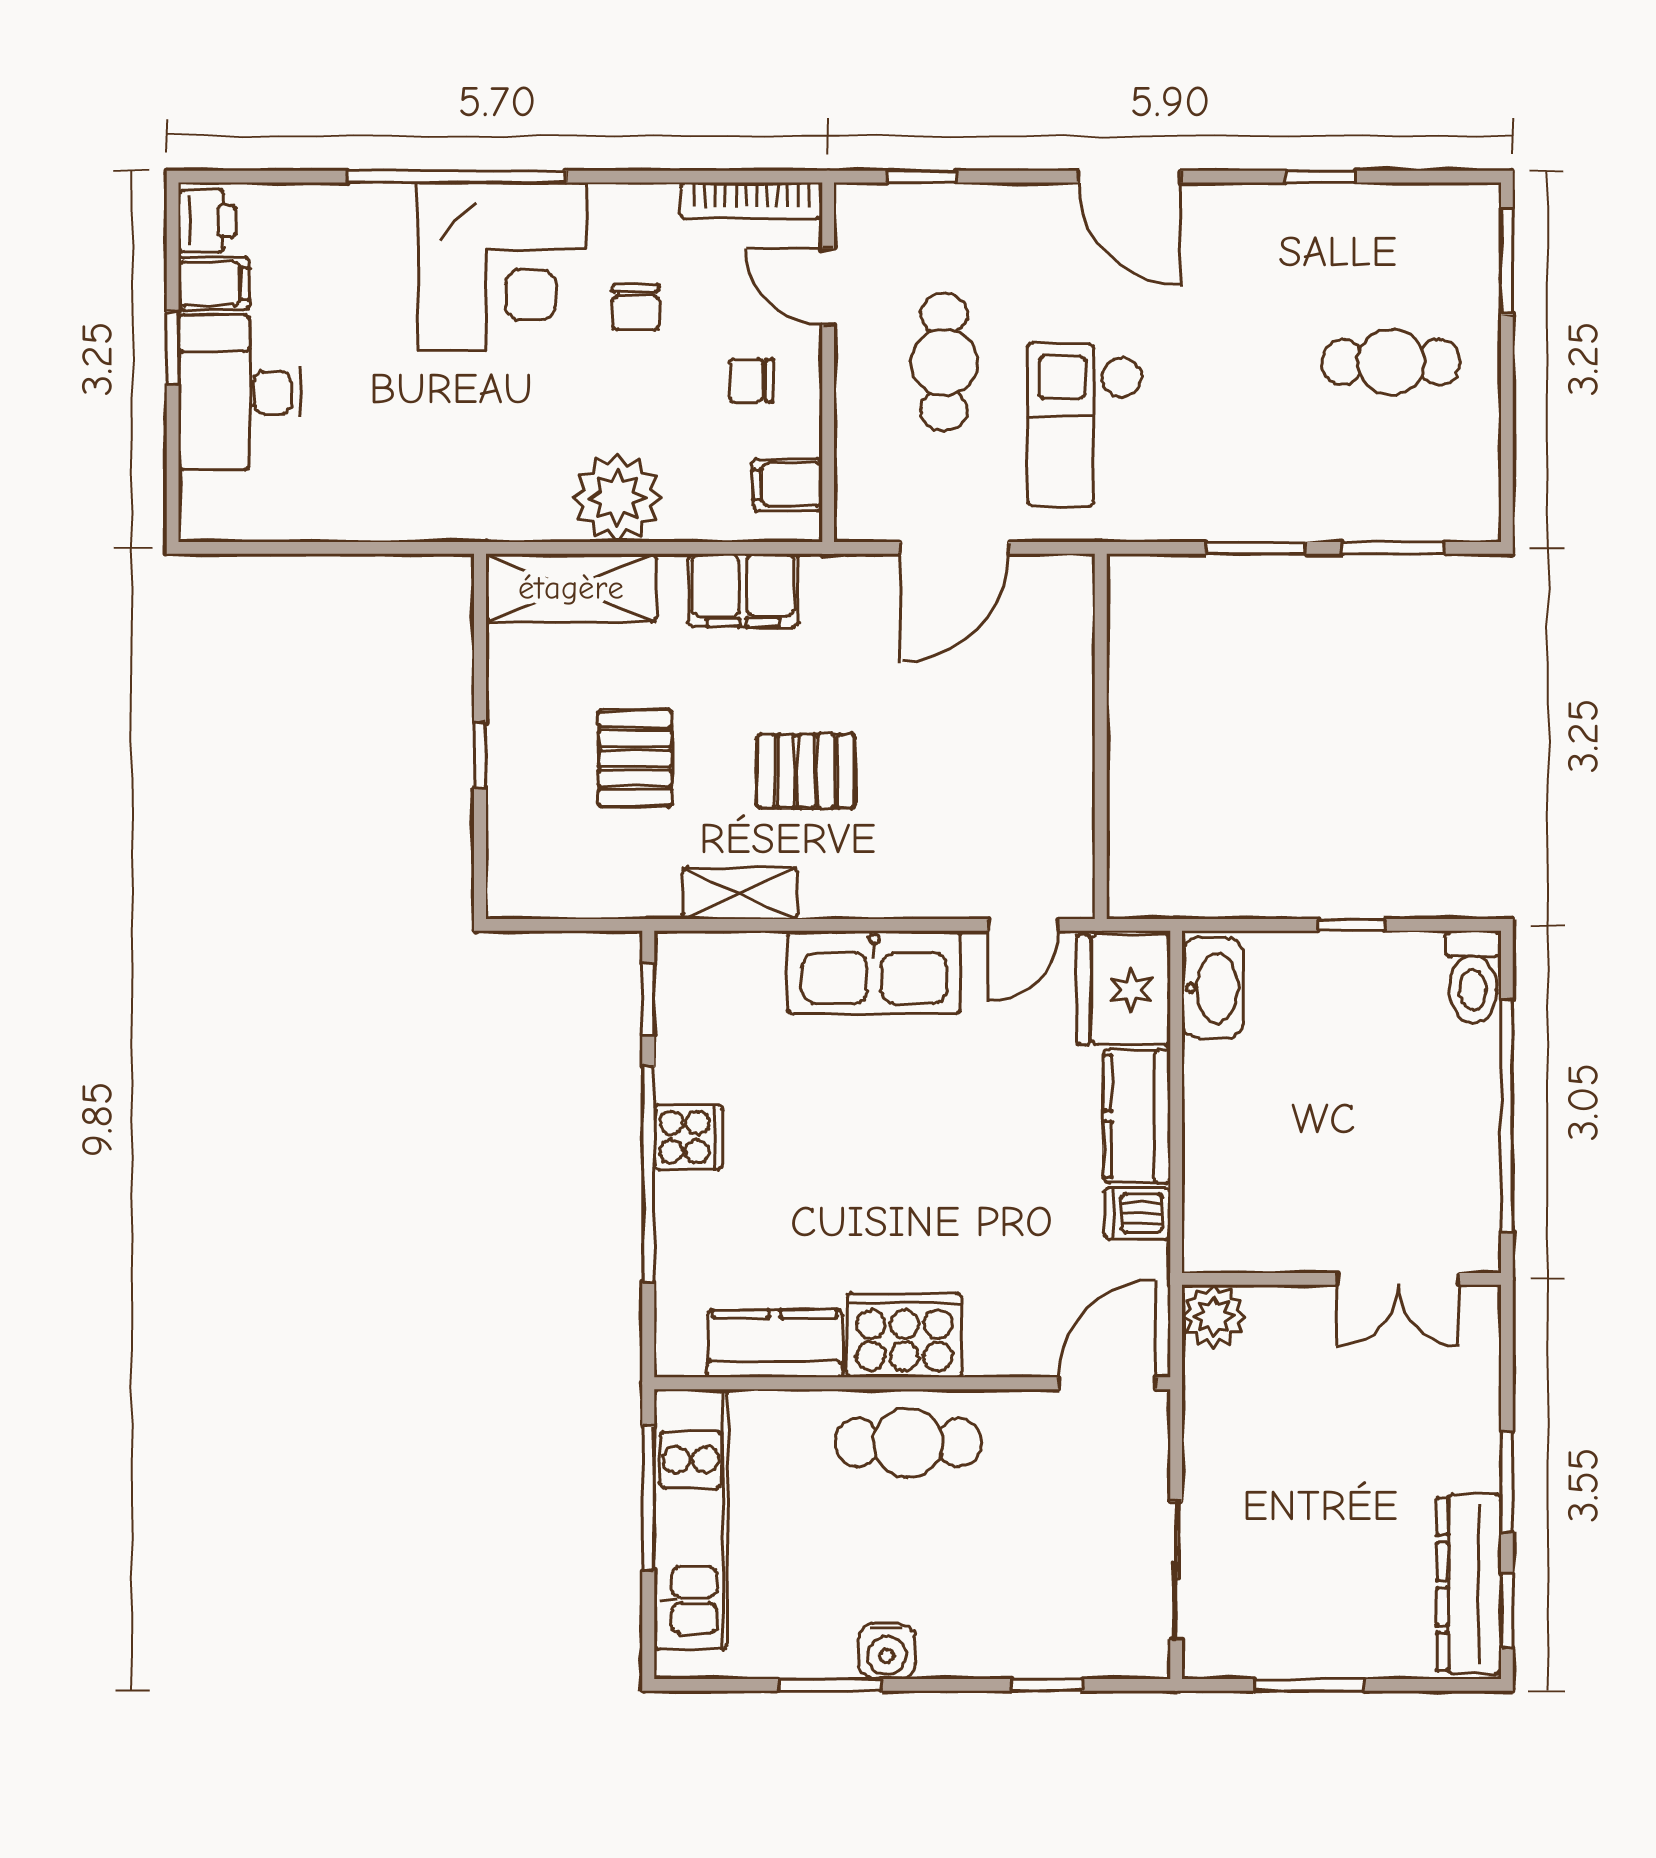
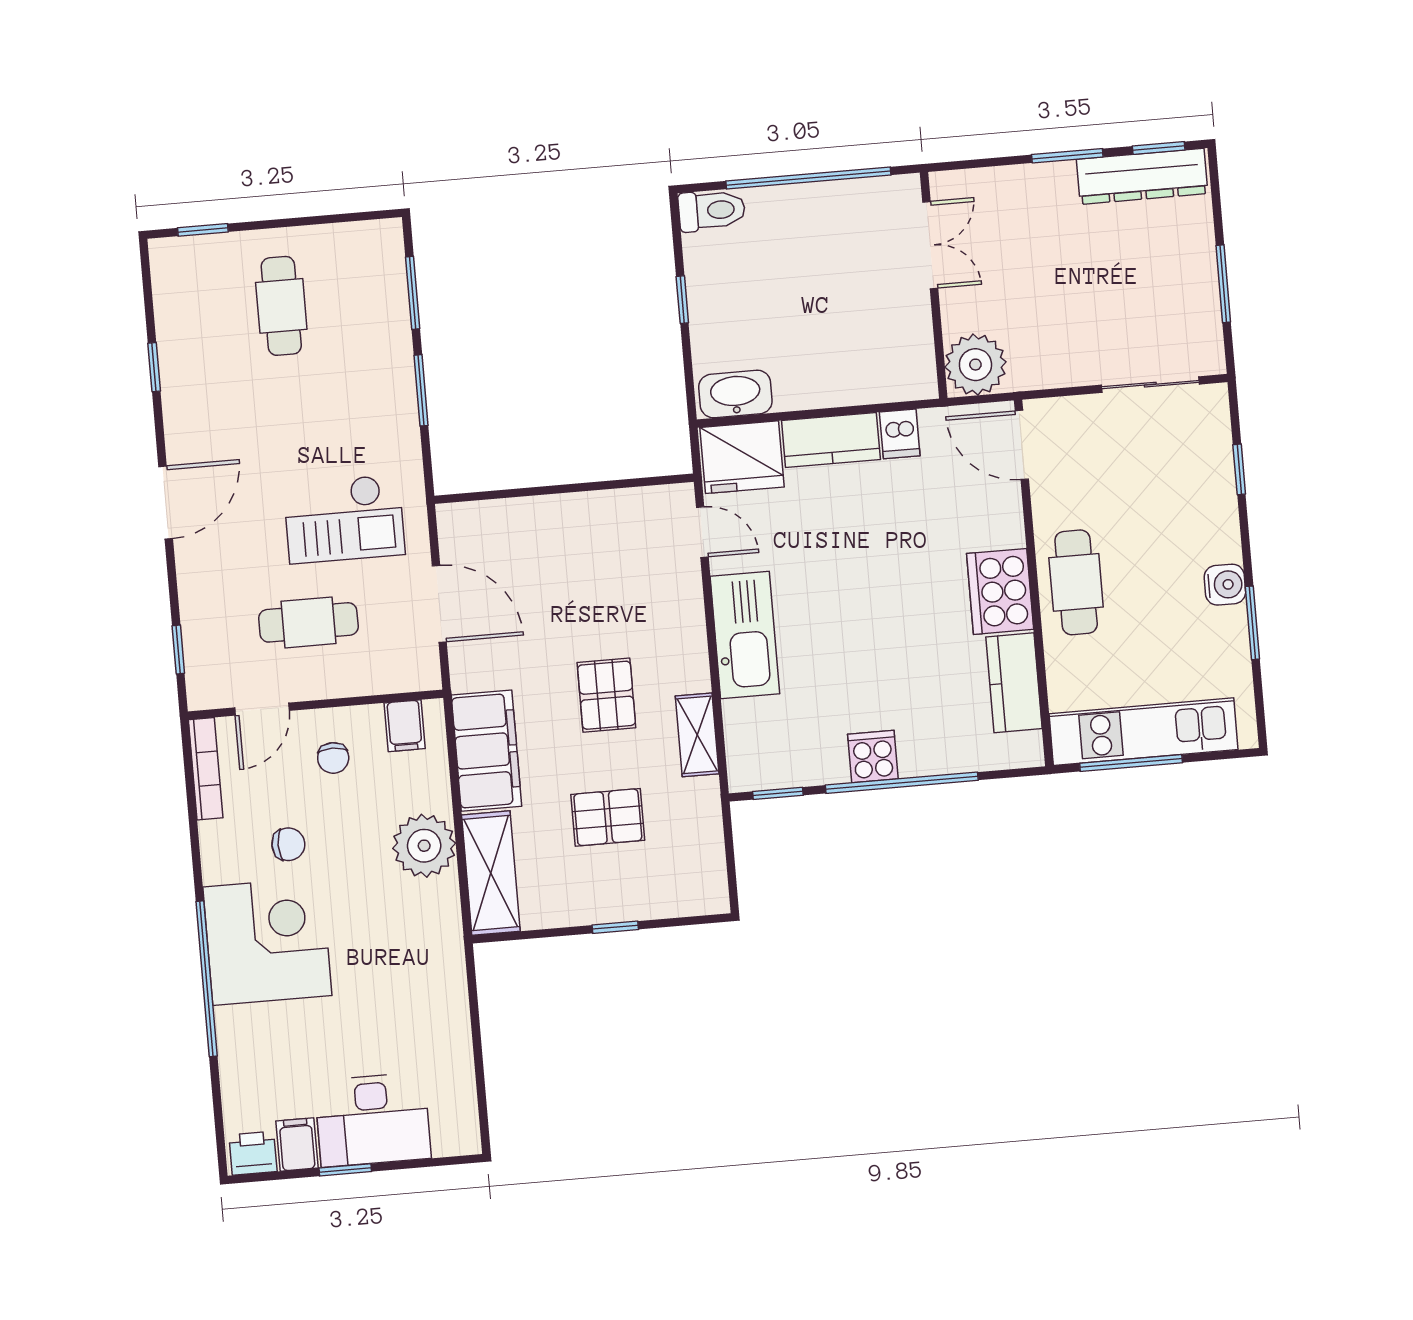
window: (1507, 261) -> (203, 230), width x0.67
filing cabinet: (743, 590) -> (486, 751), width x1.50, depth x1.17
plant: (1214, 1316) -> (975, 365), width x1.36, depth x1.36

